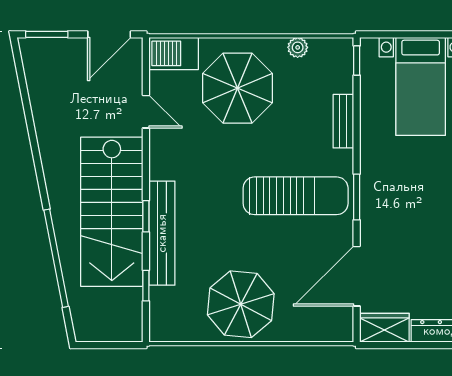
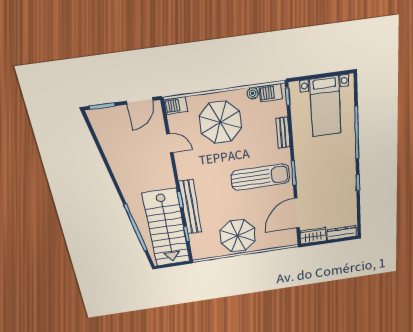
barbecue: (328, 50) -> (271, 93), added
barbecue: (174, 53) -> (176, 106), width x0.73, depth x0.79
stairs: (112, 212) -> (167, 228), moved

